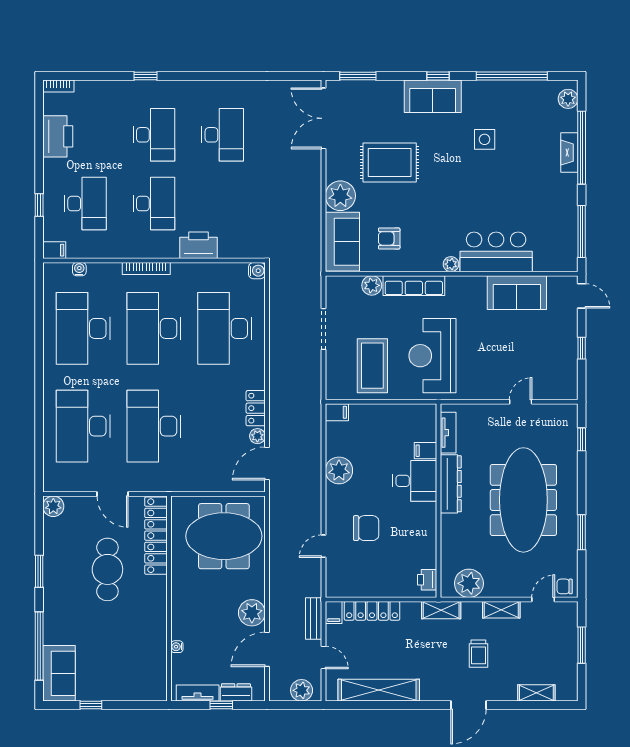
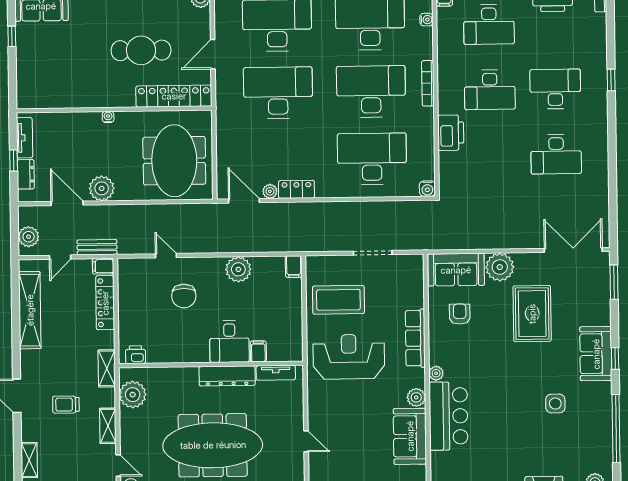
desk: (154, 135) -> (555, 89), turned 180
plant: (372, 285) -> (416, 397), moved
water cooler: (177, 647) -> (108, 117), moved

